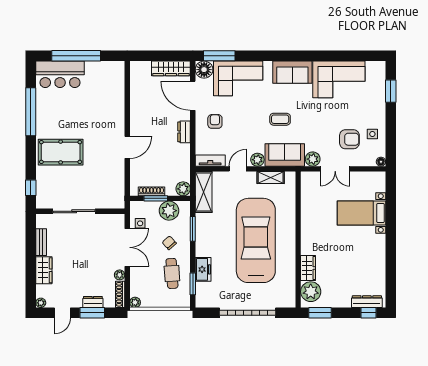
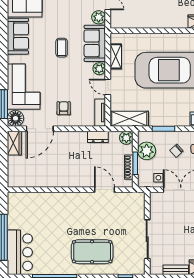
wardrobe: (171, 68) -> (14, 143), width x0.67
armchair: (215, 121) -> (64, 108), turned 90
dresser: (184, 132) -> (98, 137), moved
door: (127, 147) -> (104, 190), moved
pool table: (61, 152) -> (92, 252), turned 90

